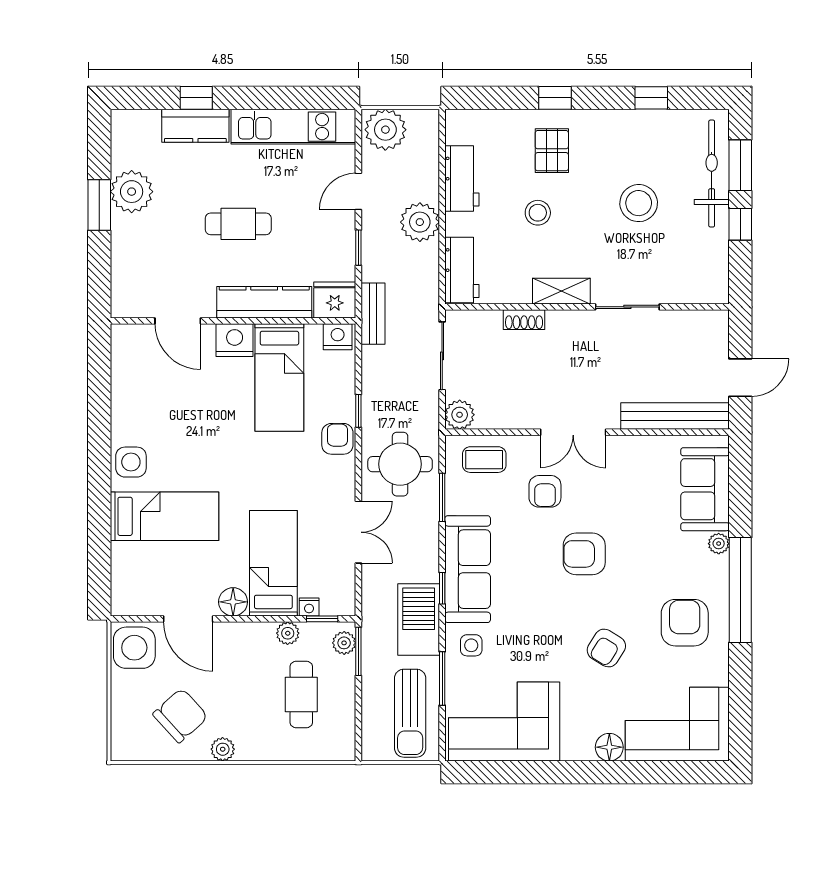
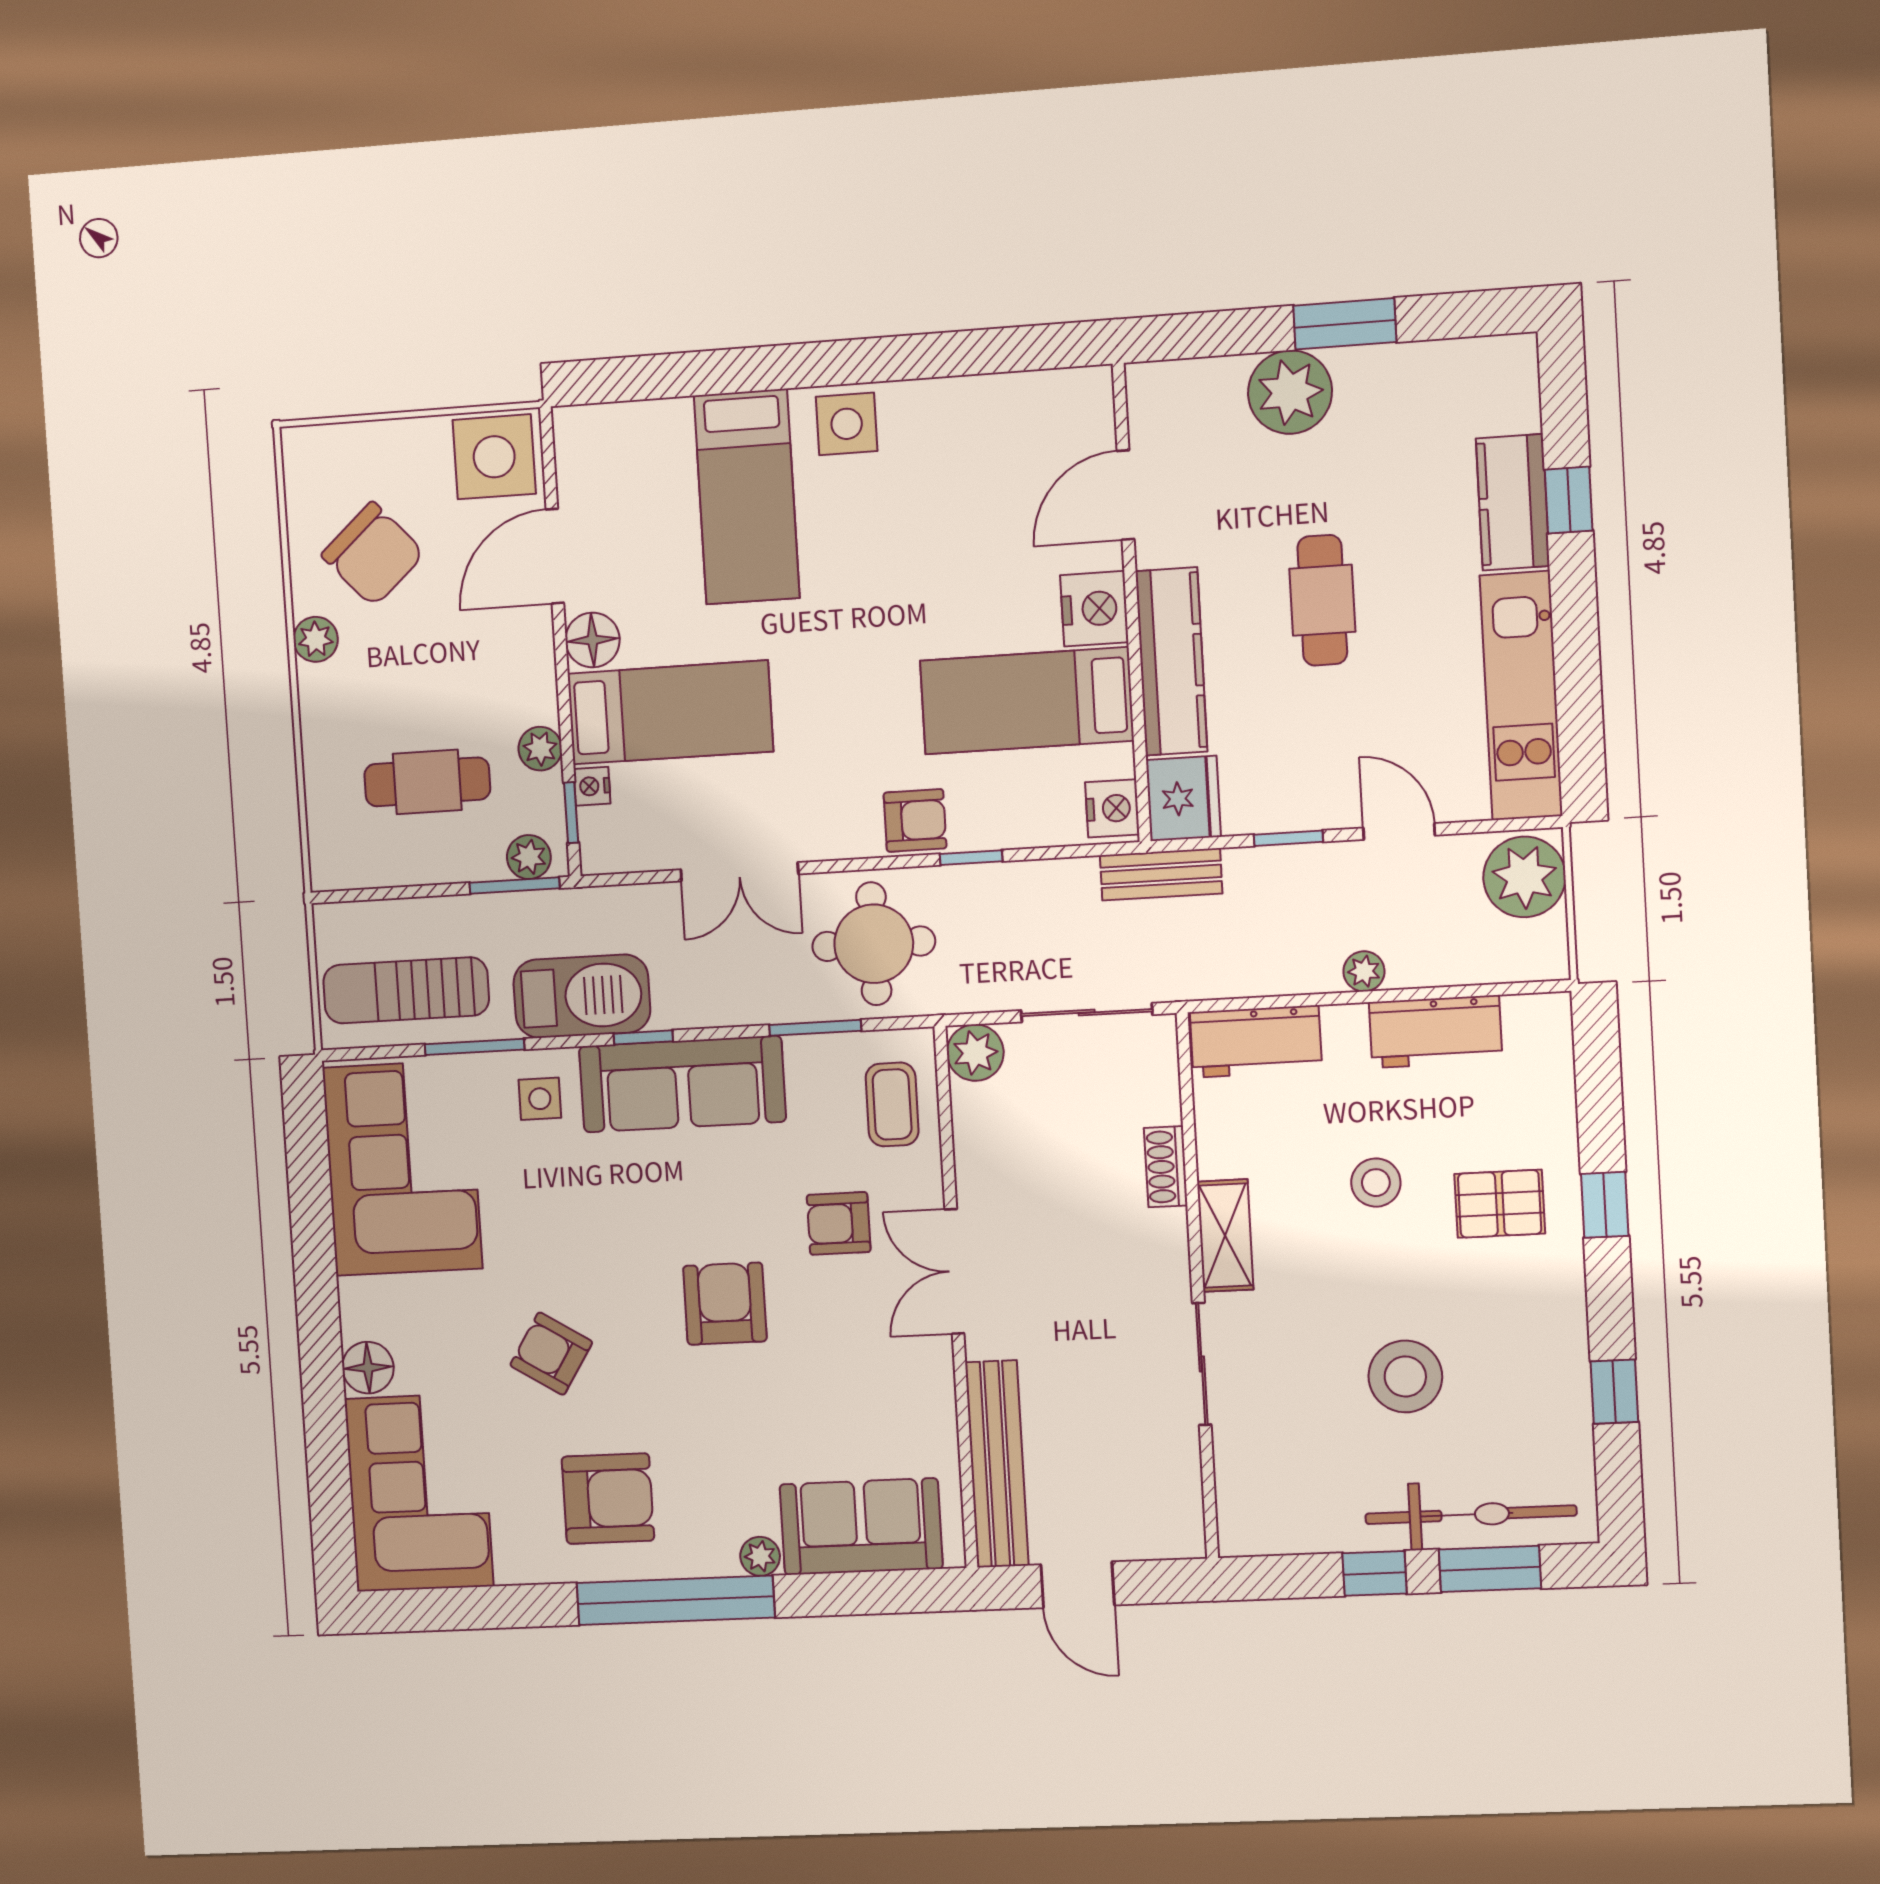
plant: (132, 192) -> (1290, 392), moved
plant: (420, 222) -> (1364, 971), width x0.53, depth x0.53

